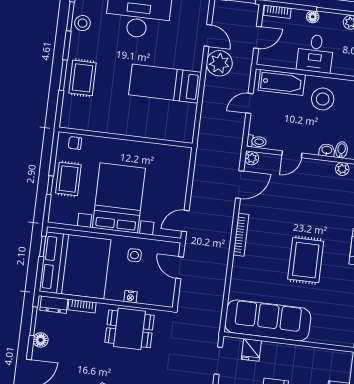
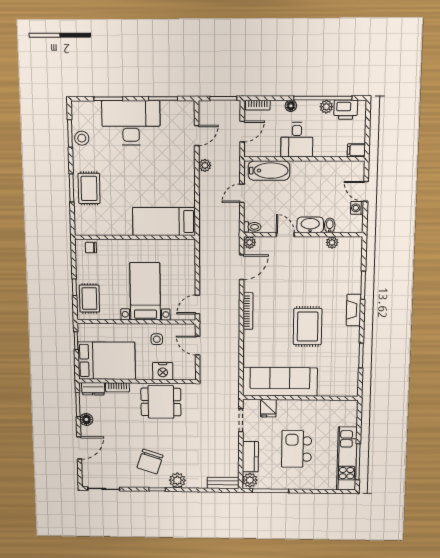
door: (208, 36) -> (197, 135), hinge flipped
plant: (219, 63) -> (205, 165), width x0.53, depth x0.53
bed: (165, 84) -> (164, 221), moved
stool: (323, 99) -> (308, 181), removed
washbasin: (327, 150) -> (310, 225), width x1.91, depth x1.45
door: (292, 154) -> (285, 235), swing flipped
rug: (68, 179) -> (89, 299), moved
bed with nightstands: (119, 198) -> (145, 291), width x0.73
bed: (75, 266) -> (107, 361), width x0.73
nightstand: (130, 297) -> (163, 371), width x1.89, depth x1.79

